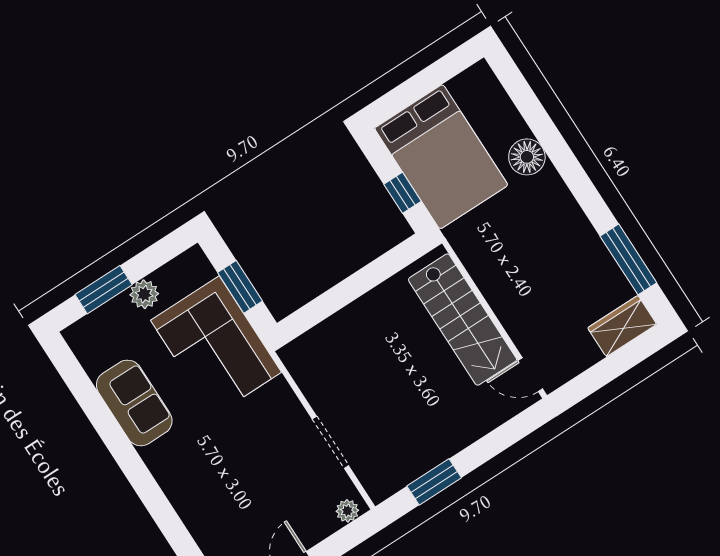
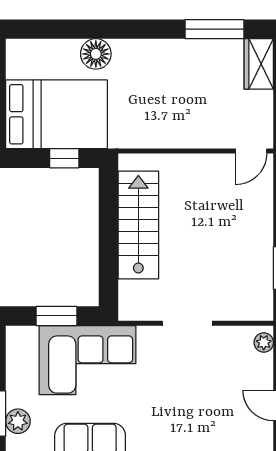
plant: (144, 294) -> (18, 421), moved
stairs: (463, 320) -> (138, 225), moved, turned -90
doorway: (330, 442) -> (187, 323), moved

